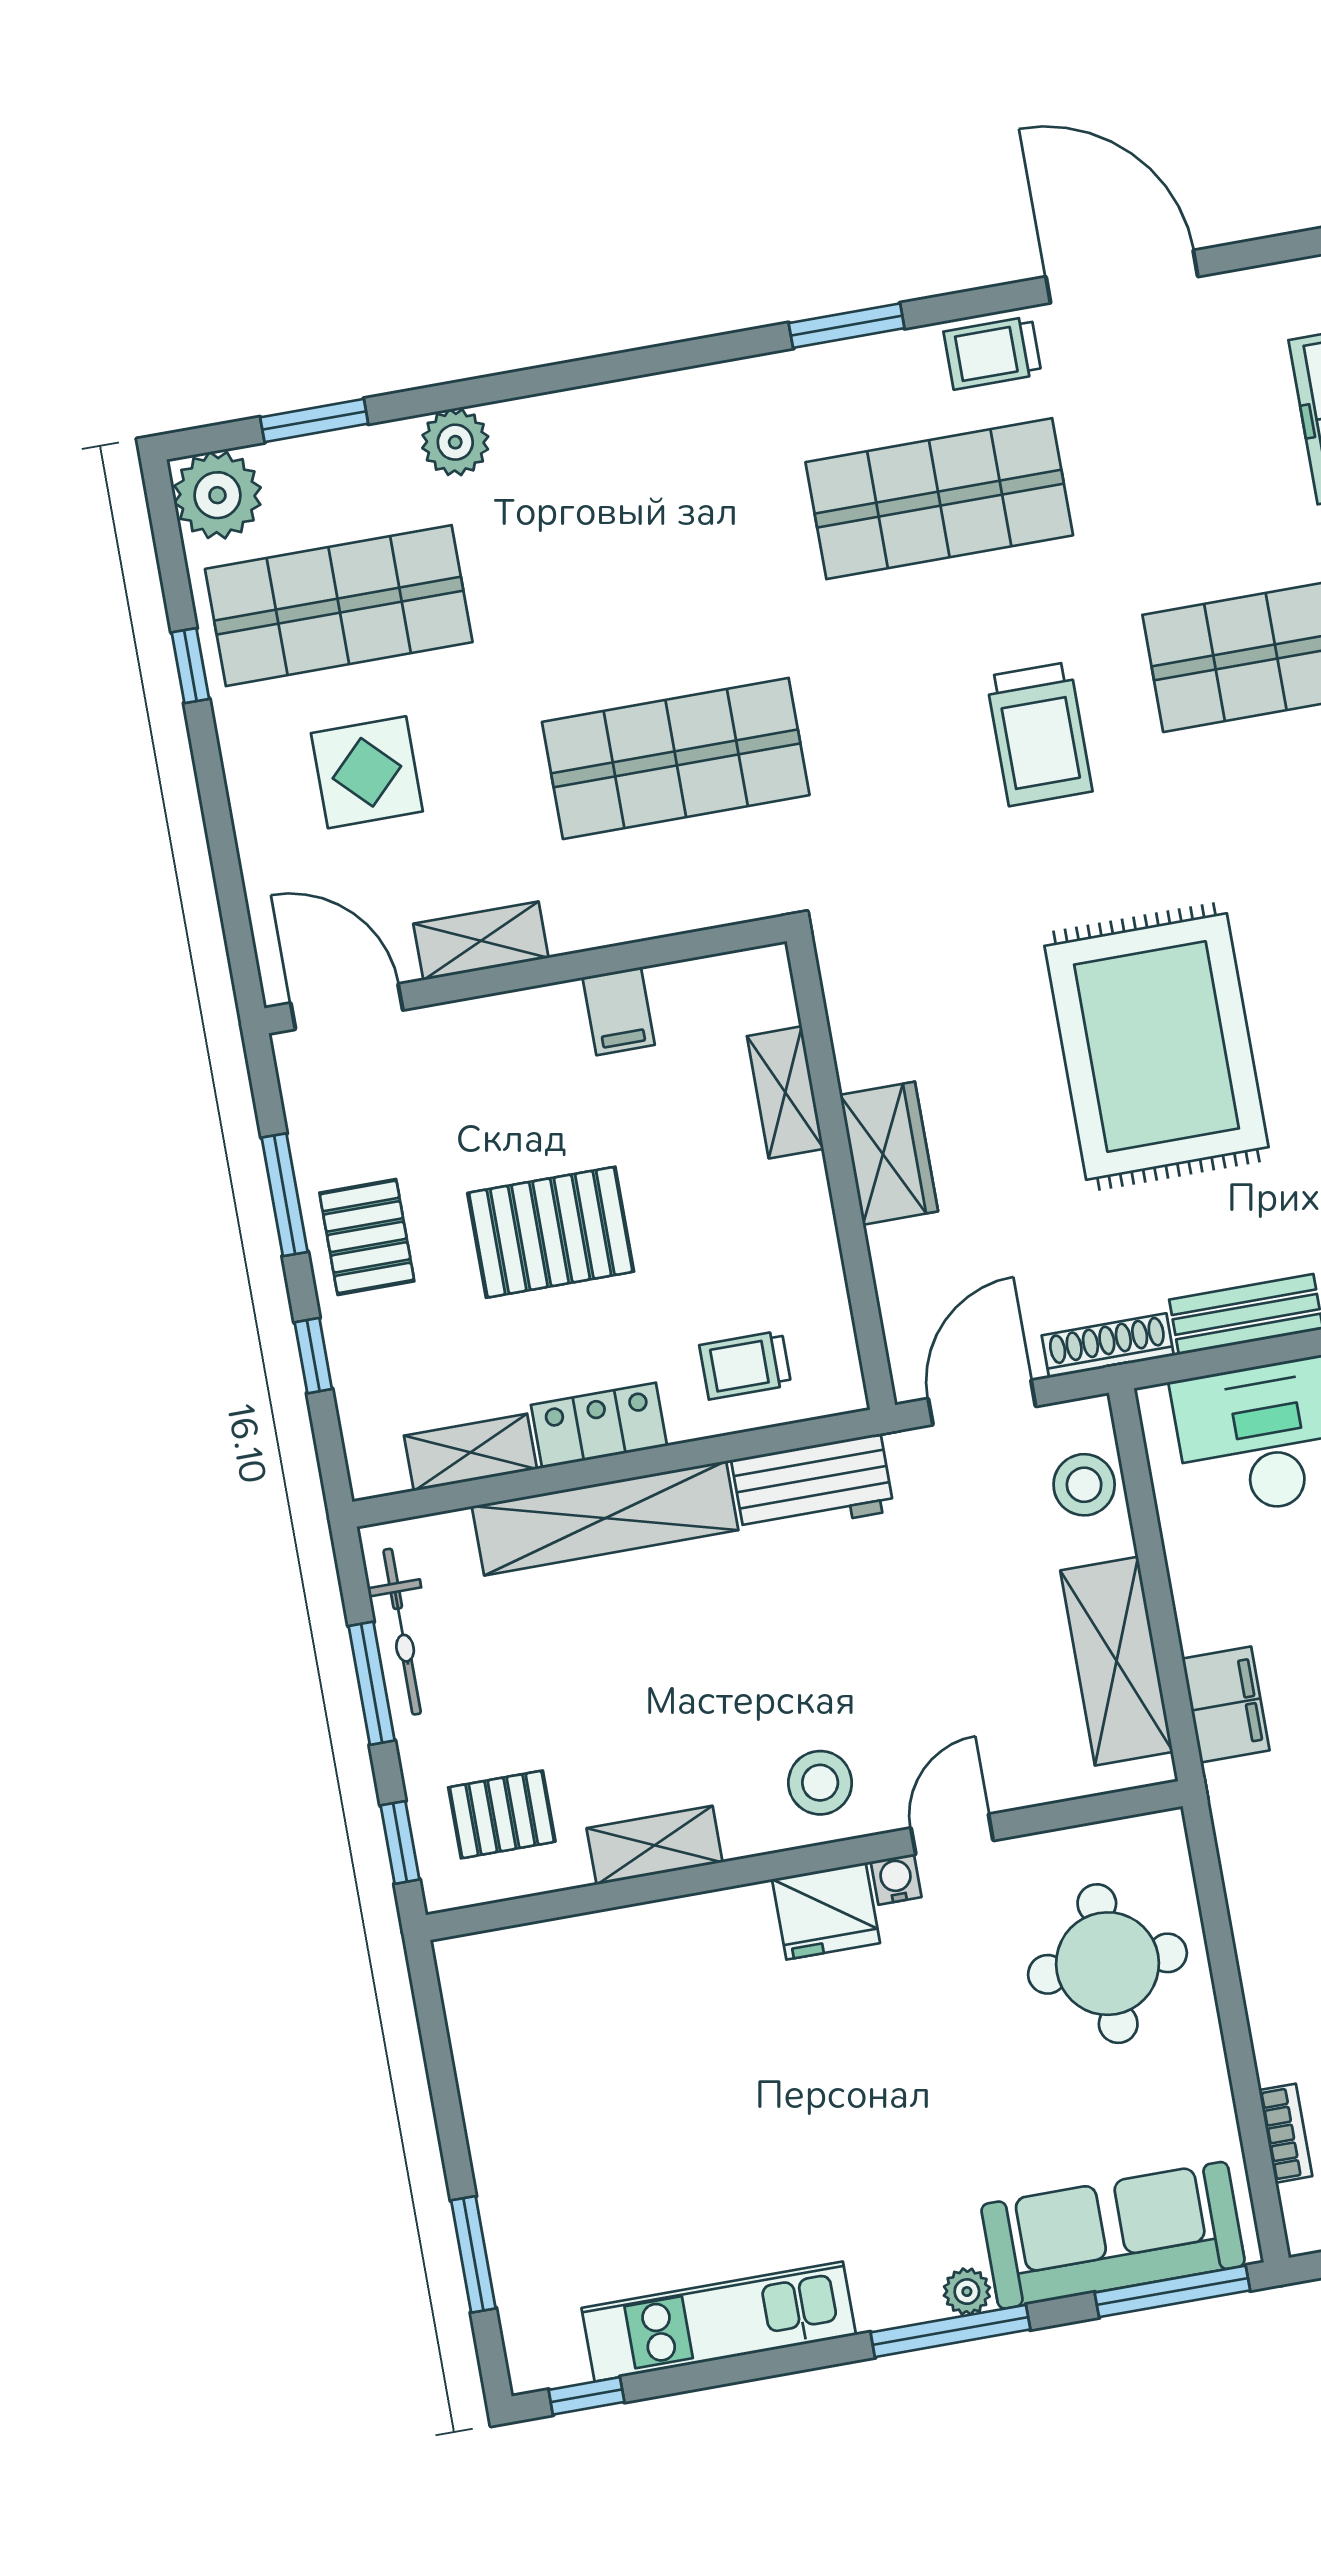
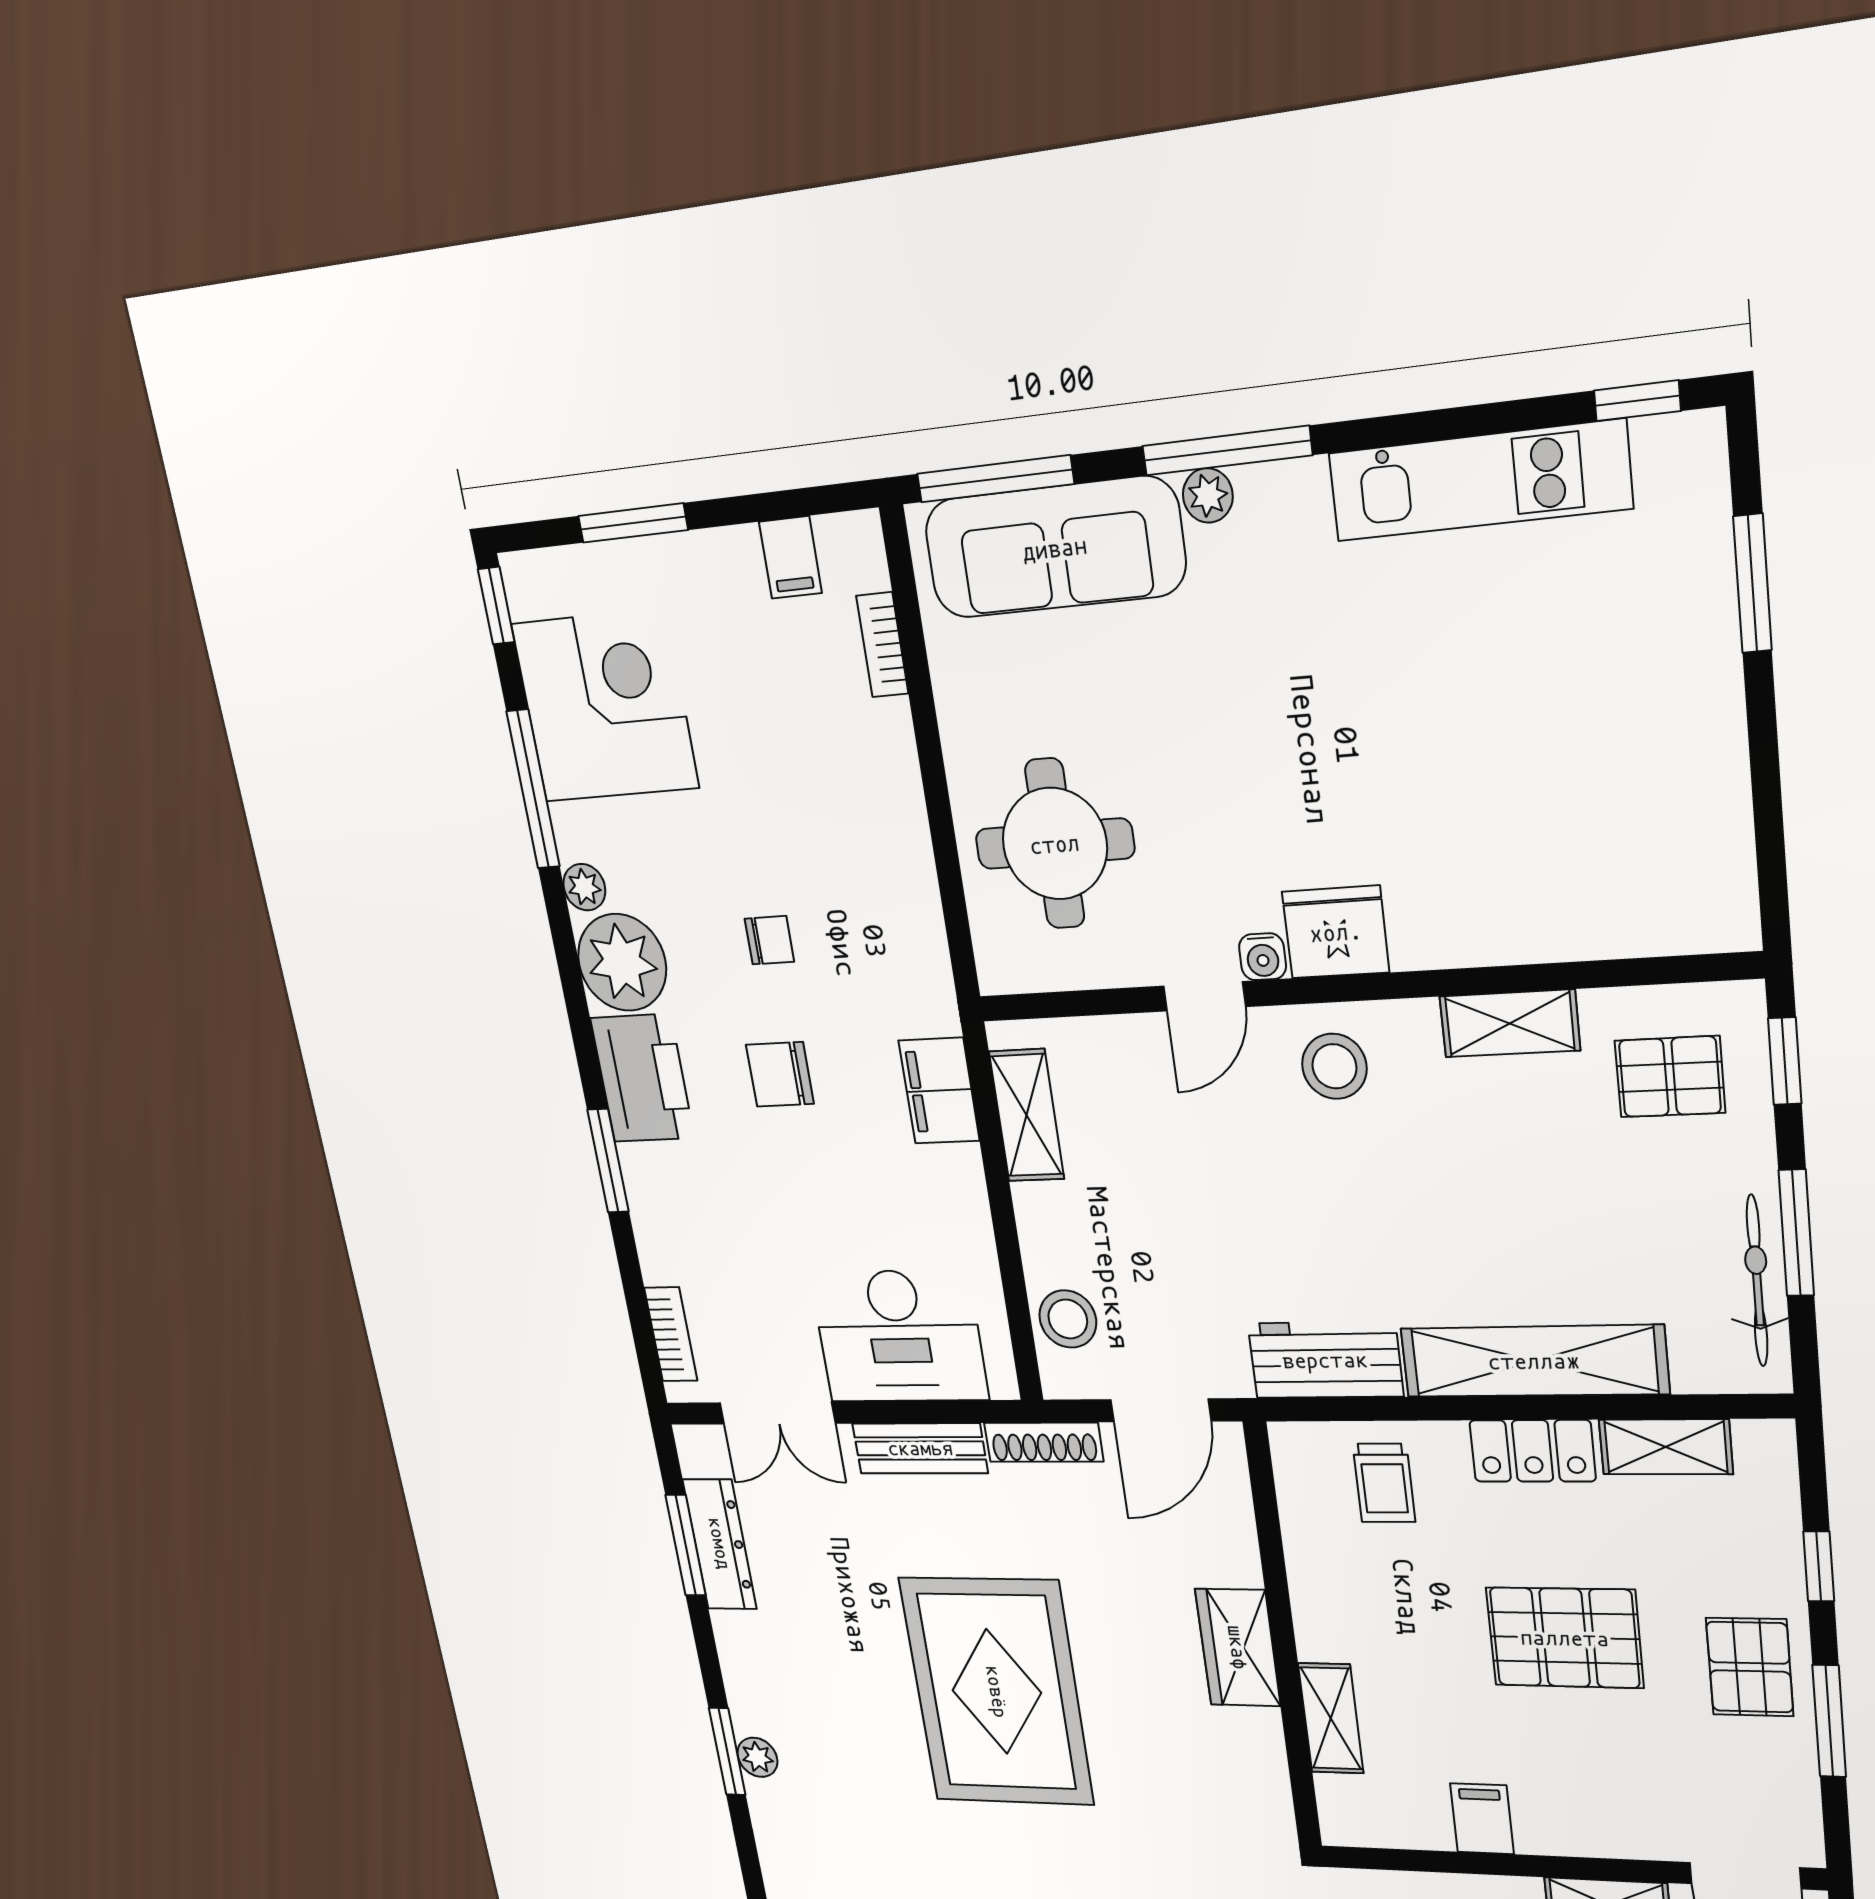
trolley: (745, 1365) -> (1384, 1483), turned 90
shelving: (1117, 1661) -> (1027, 1115), width x0.67, depth x0.75

